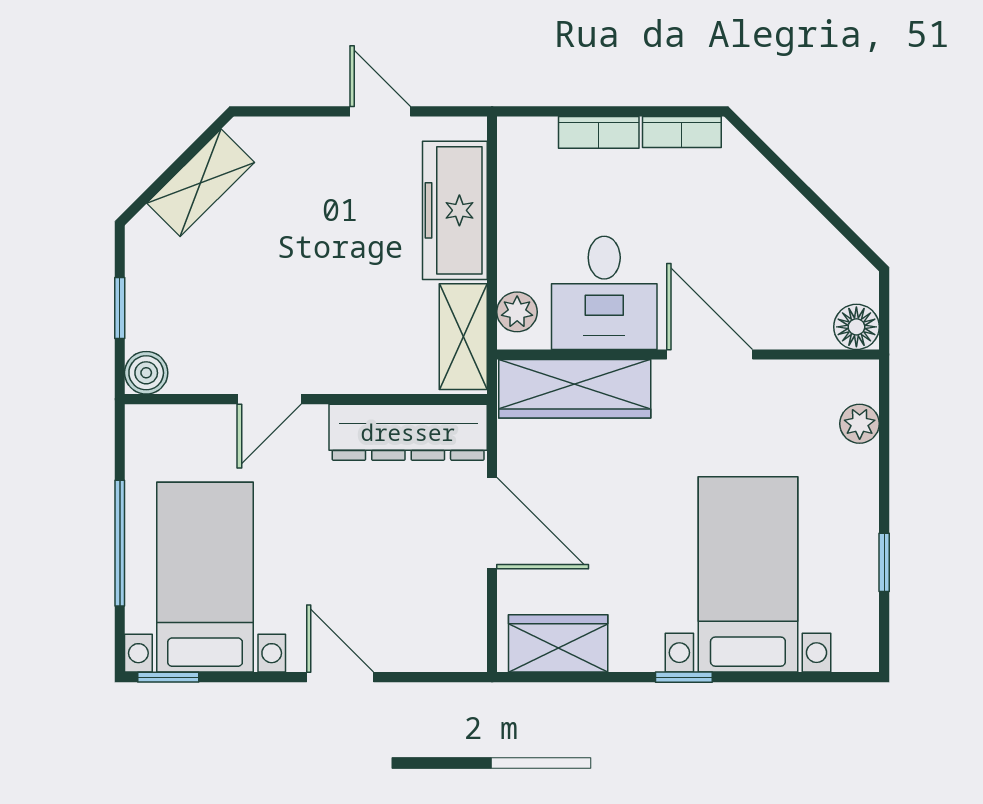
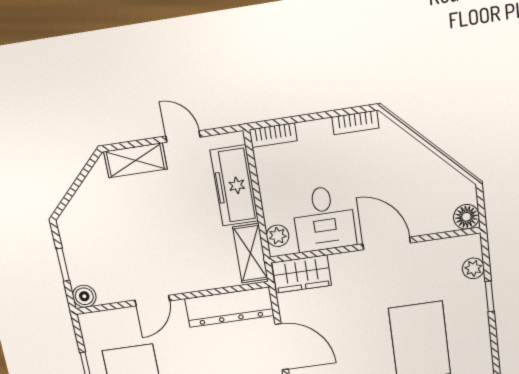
bookcase: (599, 132) -> (273, 135), moved
shelving: (201, 183) -> (135, 160), moved, turned 45
wardrobe: (575, 389) -> (302, 274), width x0.67
window: (884, 562) -> (490, 296), moved

